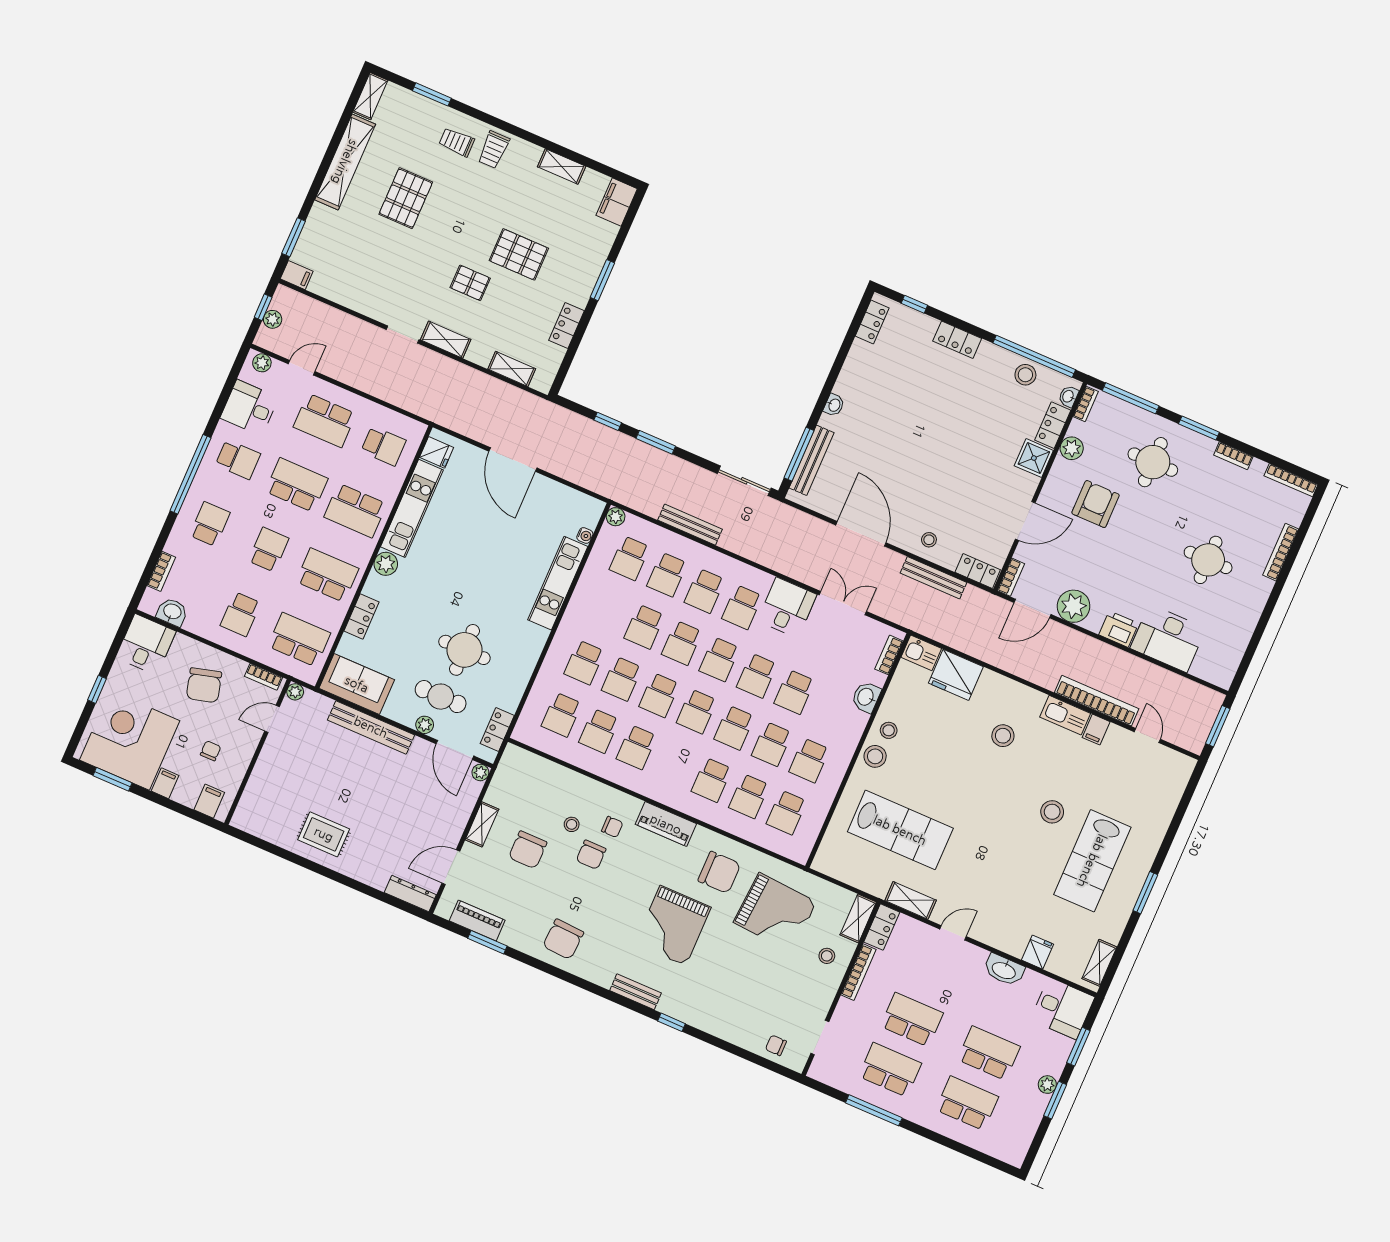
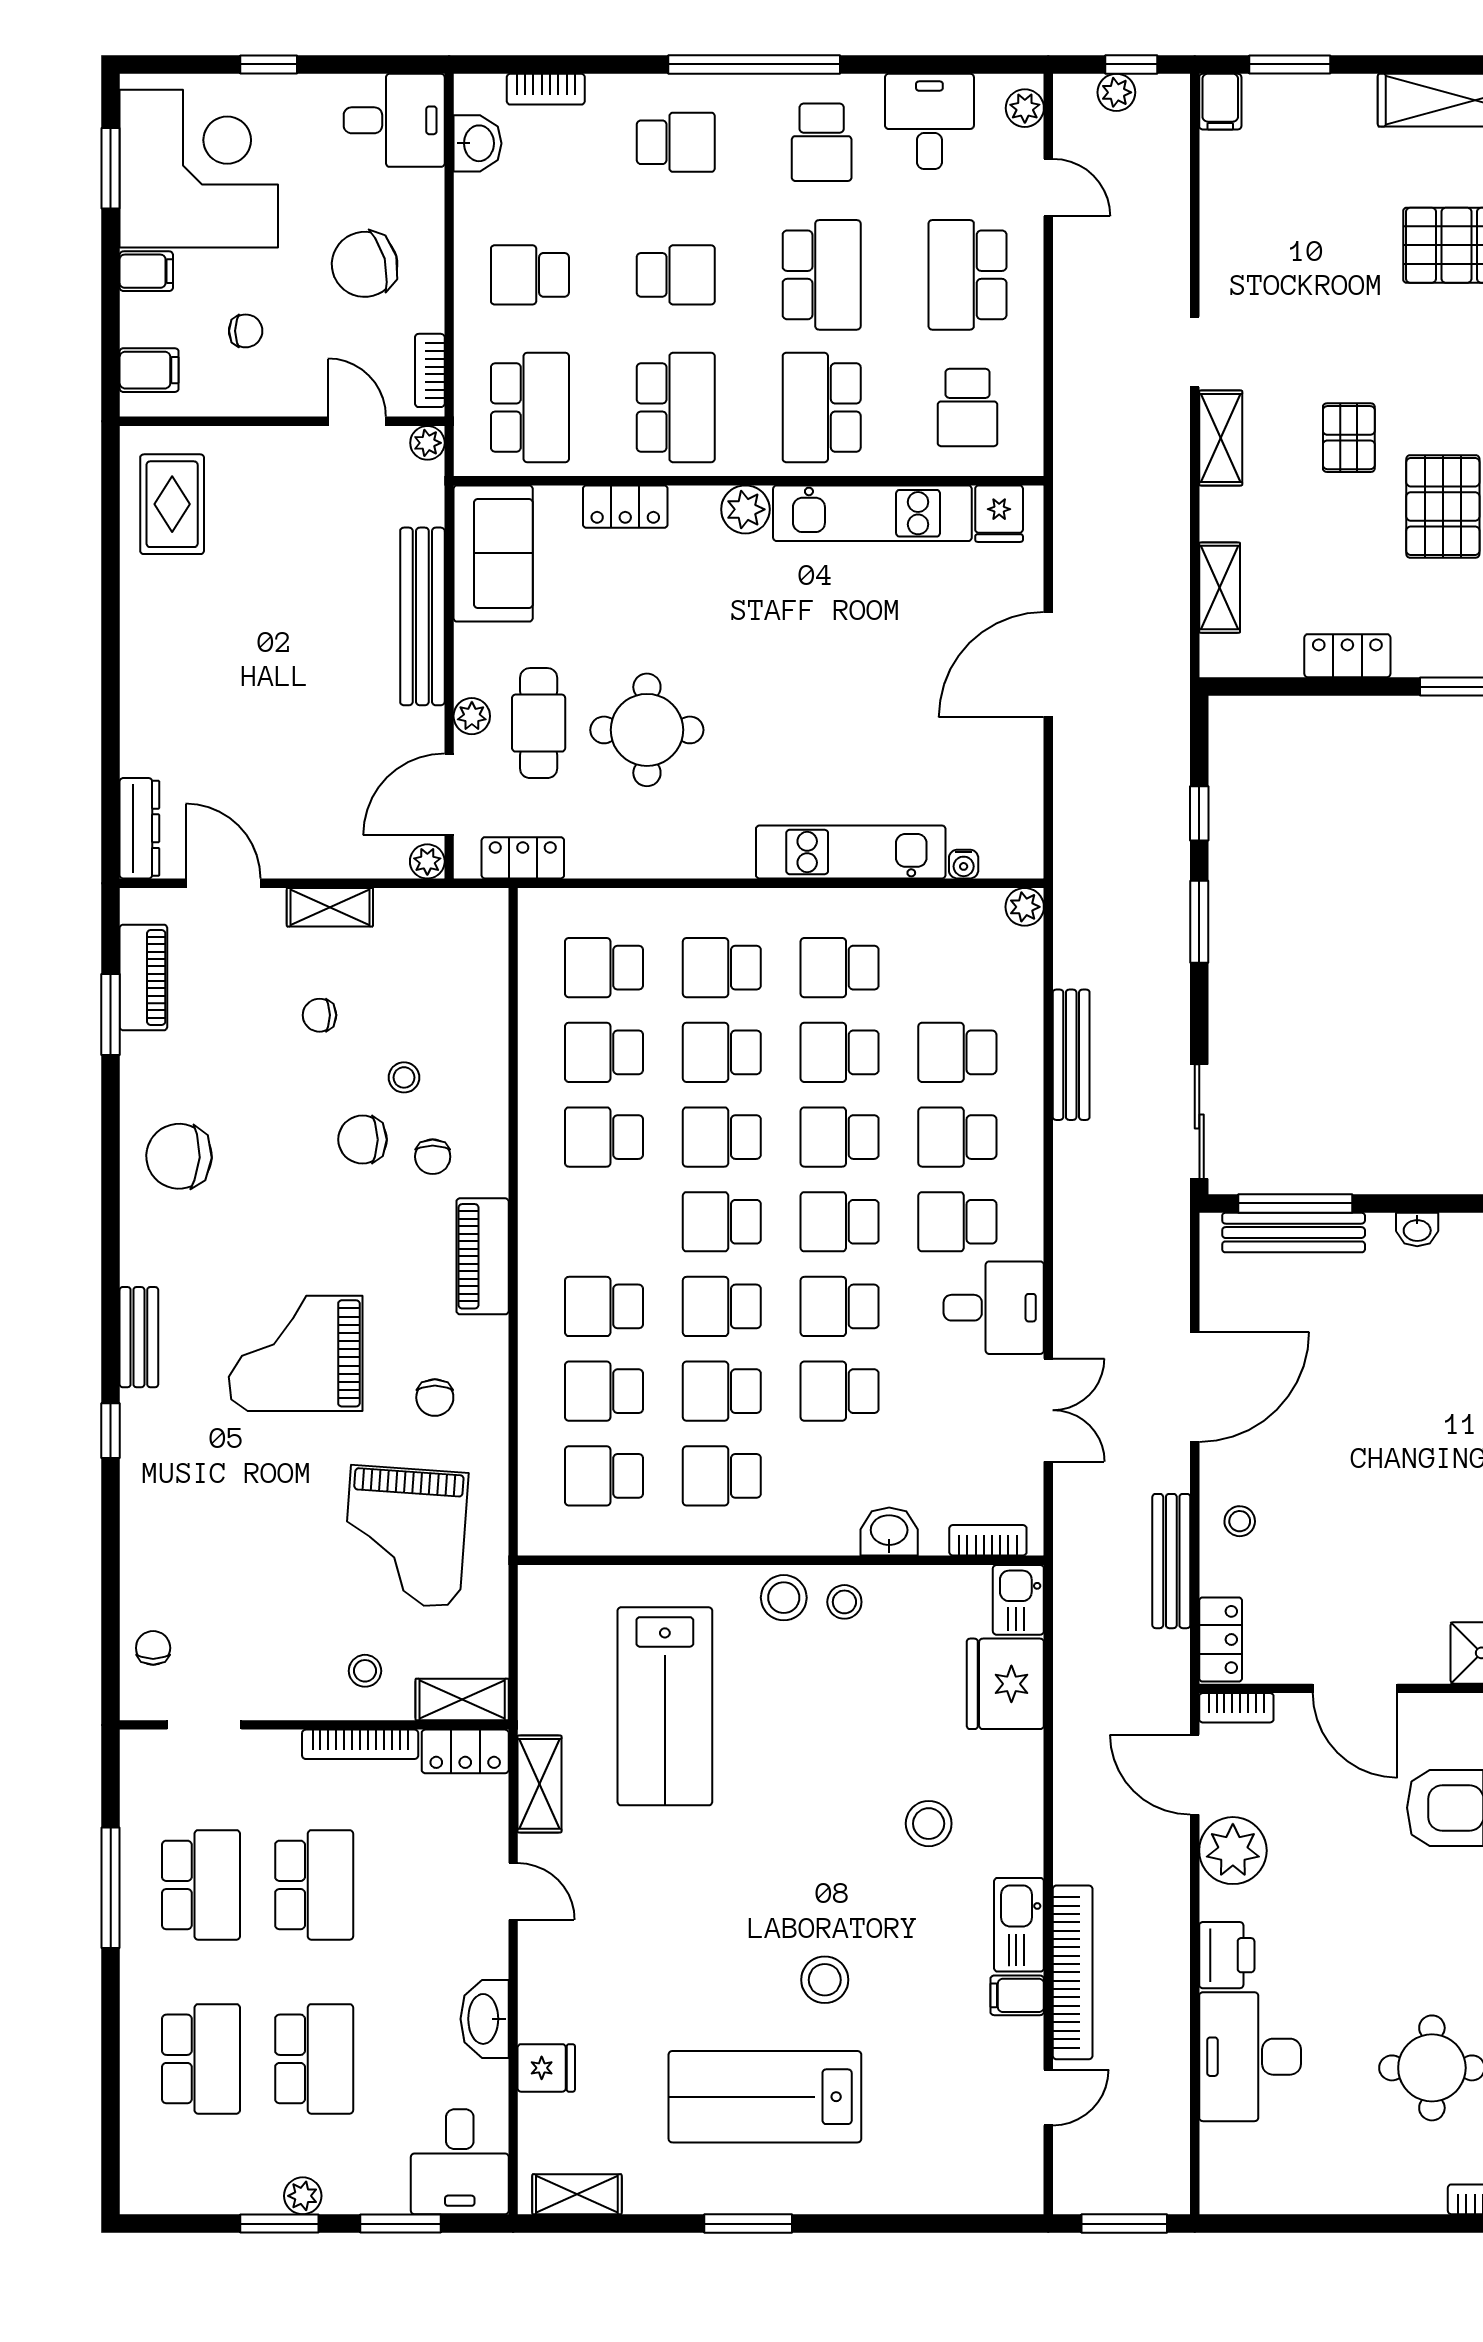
school desk: (630, 558) -> (840, 968), moved
rug: (324, 834) -> (172, 504), moved
chair: (528, 850) -> (319, 1015), width x0.54, depth x0.54
chair: (719, 872) -> (435, 1398), width x0.54, depth x0.54

